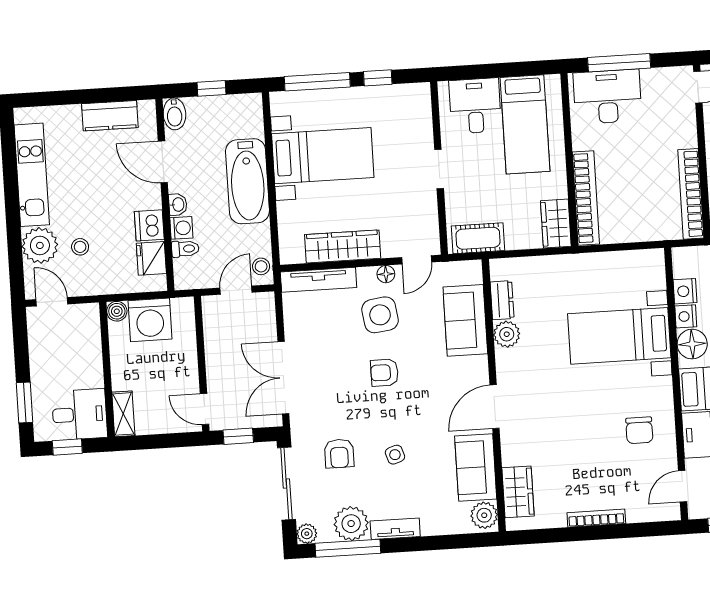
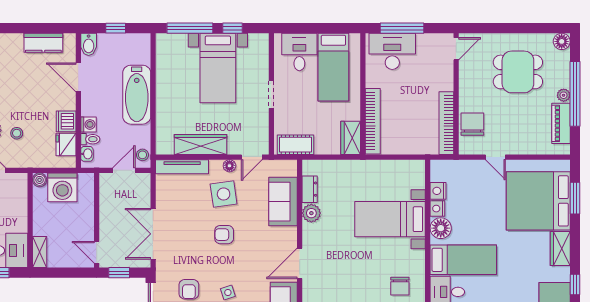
bed with nightstands: (323, 156) -> (218, 68), moved, turned 90
washbasin: (178, 205) -> (87, 154), moved

